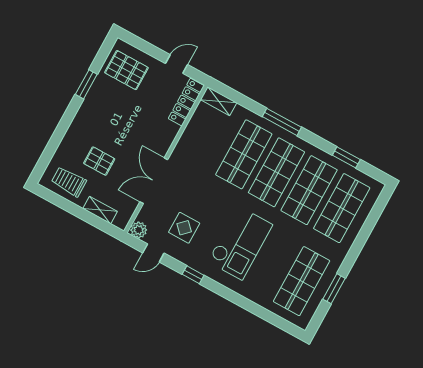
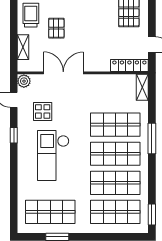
window: (346, 157) -> (152, 214), moved
checkout: (240, 243) -> (53, 156), turned 90

